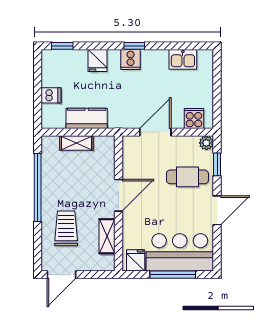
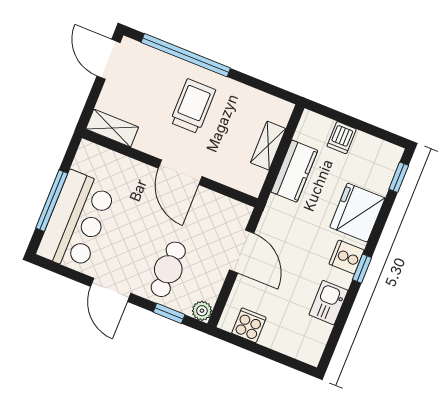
kitchen sink: (183, 59) -> (328, 303), moved
fridge: (98, 61) -> (357, 213), width x1.88, depth x1.34
cooker: (194, 118) -> (249, 325), moved, turned -90
window: (38, 188) -> (186, 55), moved
trolley: (66, 228) -> (193, 106), moved, turned -90
shelving: (107, 236) -> (112, 128), moved
fridge: (136, 260) -> (89, 161), removed

